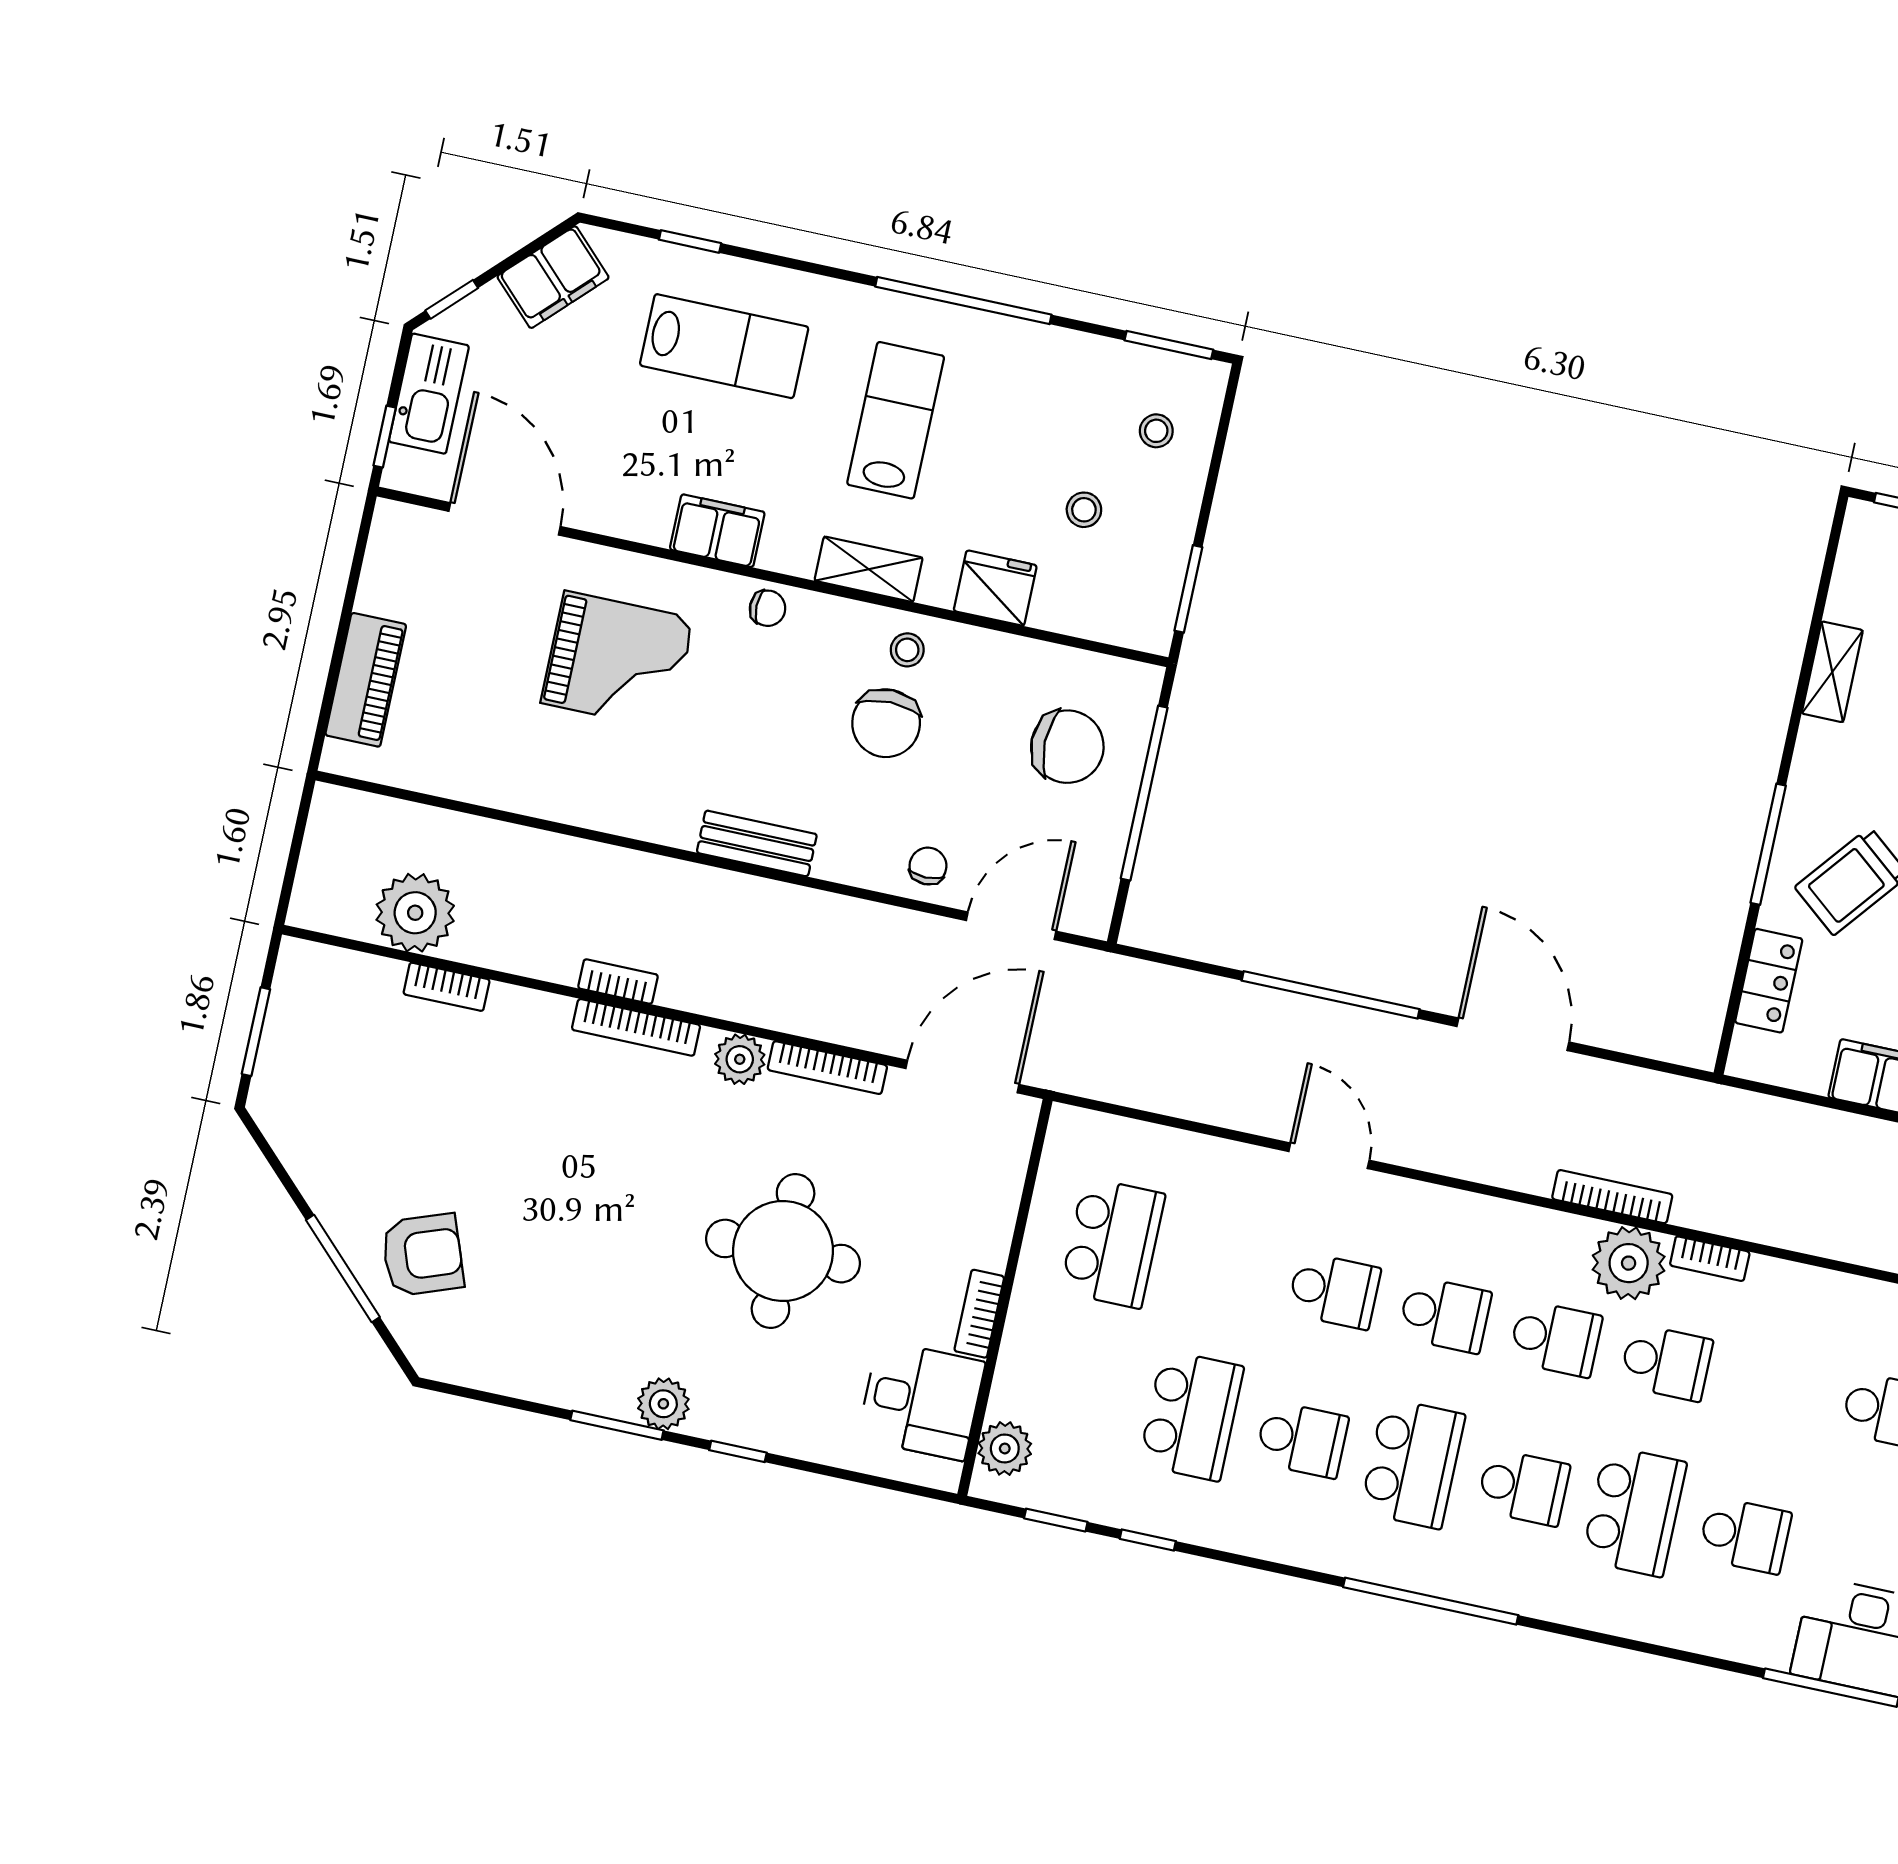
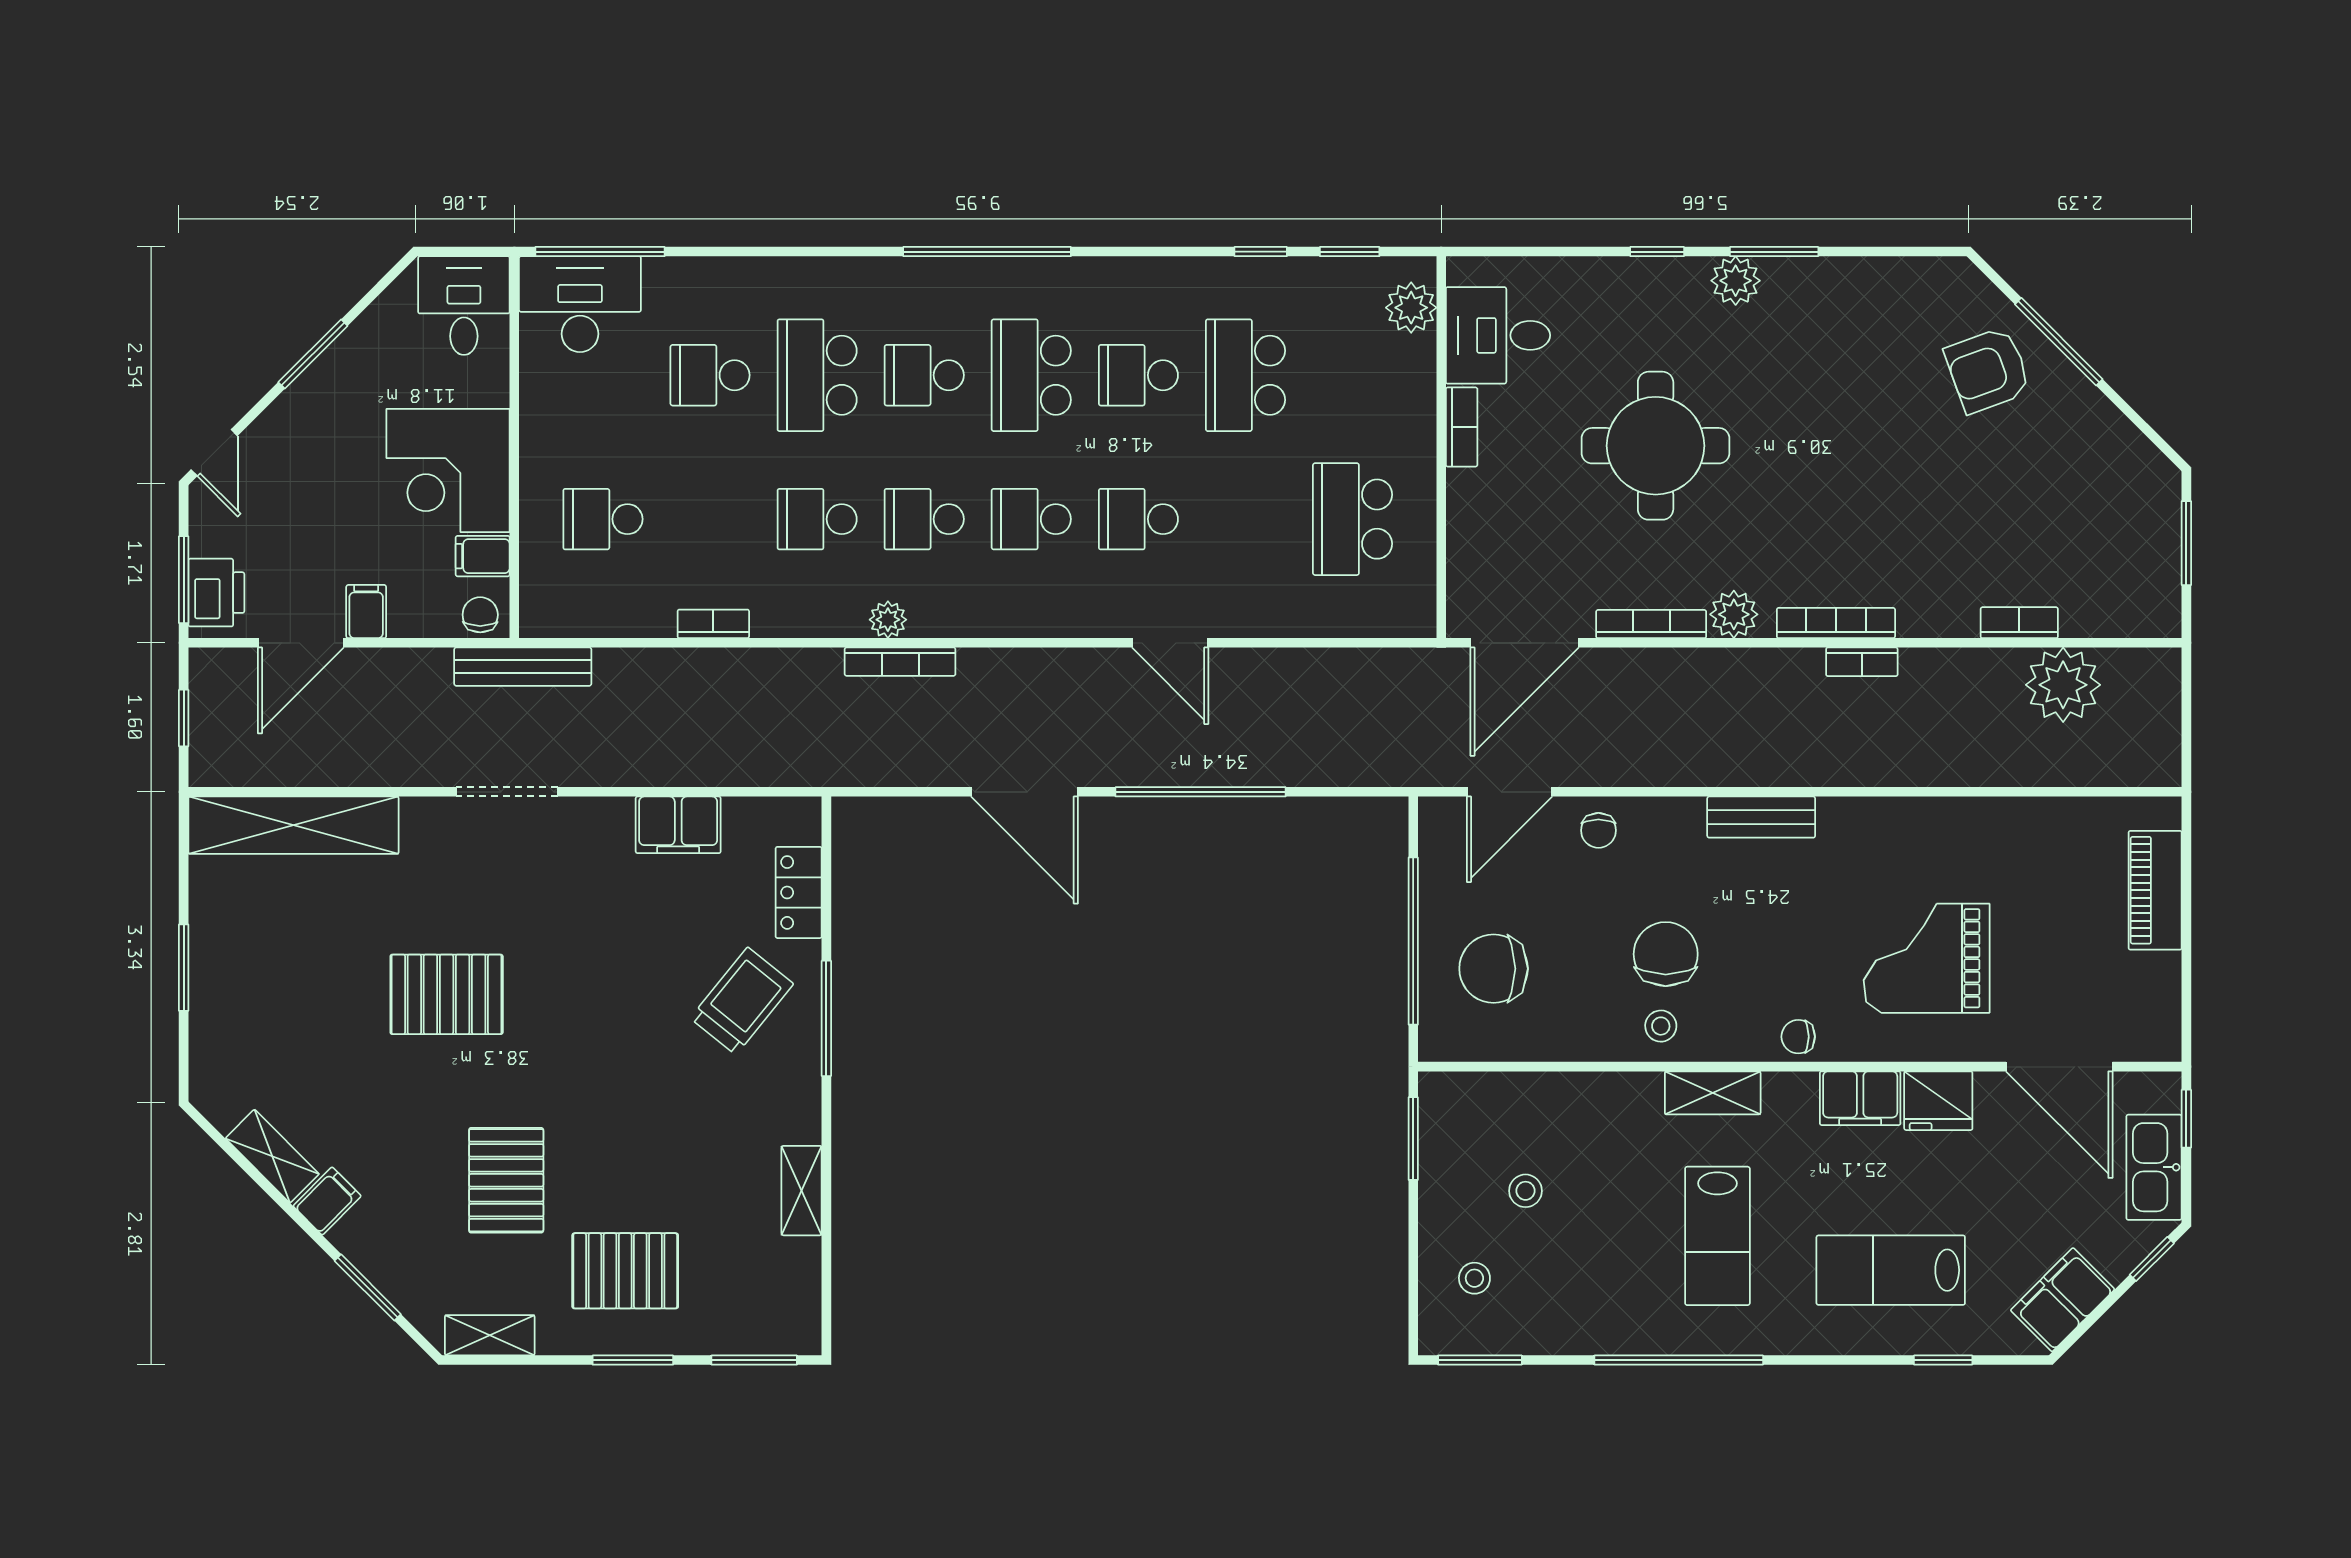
fridge: (995, 588) -> (1938, 1101), moved
bookcase: (1710, 1259) -> (713, 624), moved
plant: (1629, 1263) -> (888, 620), width x0.53, depth x0.53

